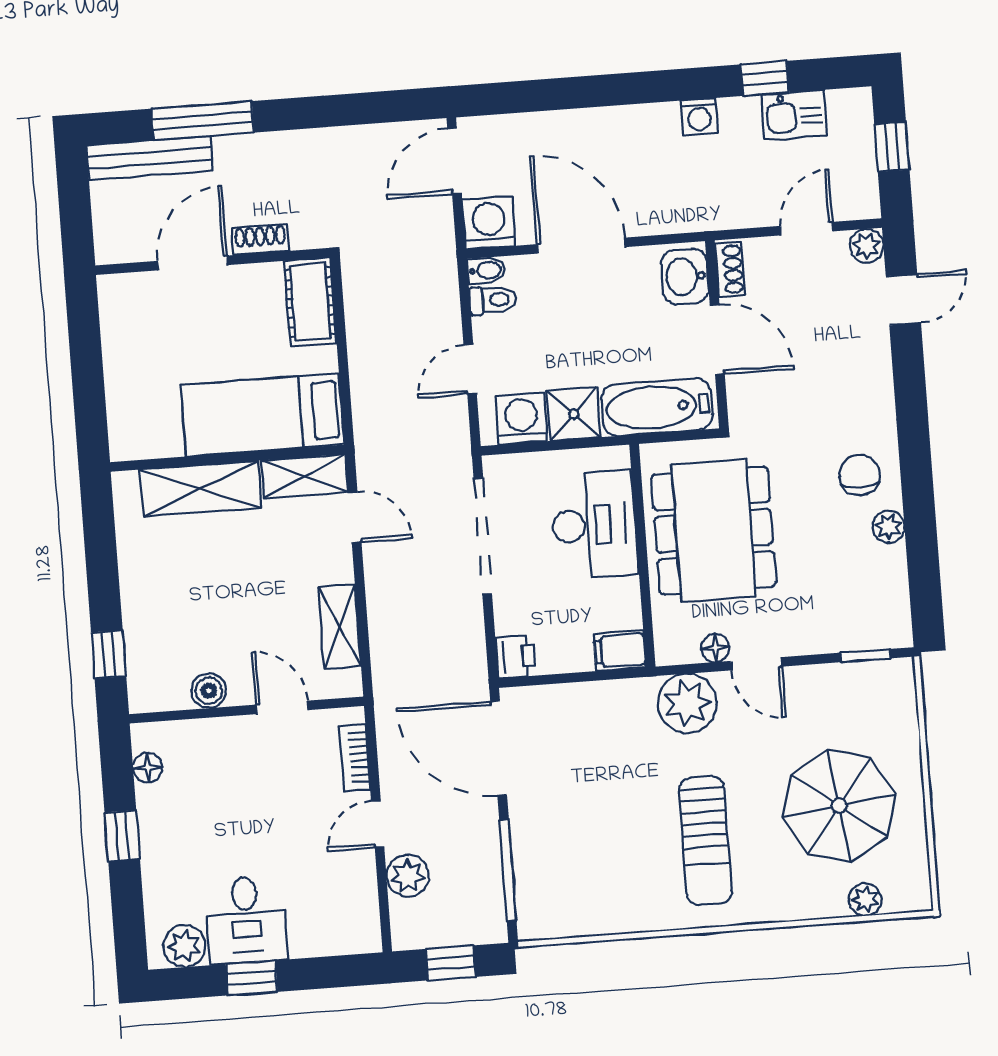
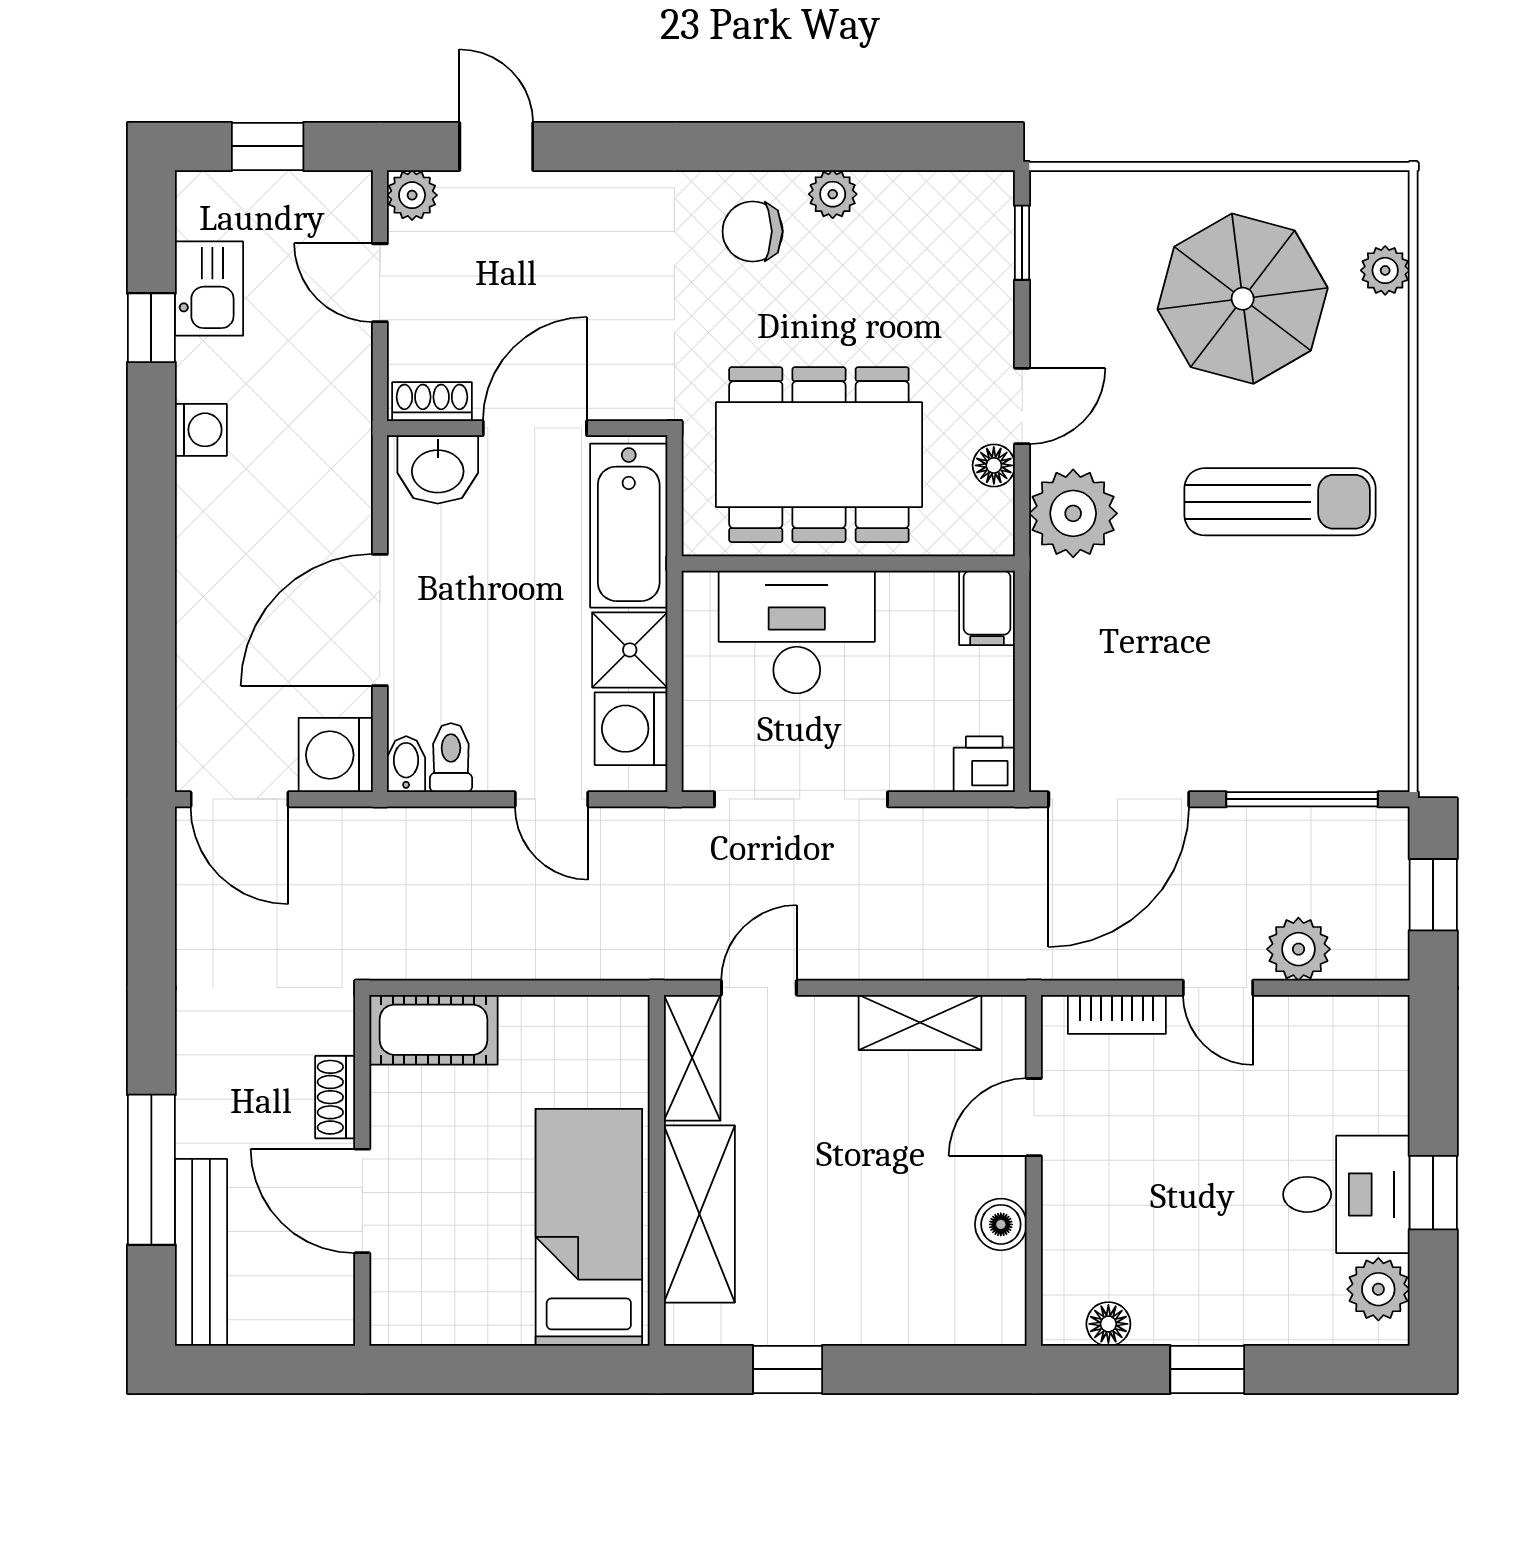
bed: (263, 415) -> (589, 1227), moved, turned 180
window: (109, 654) -> (788, 1369), moved

